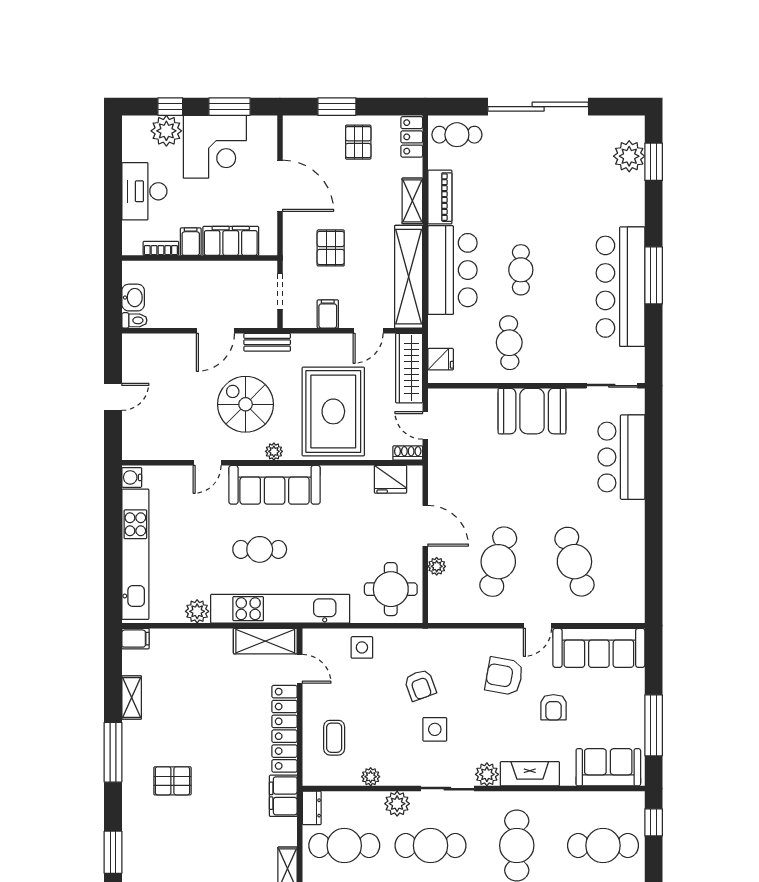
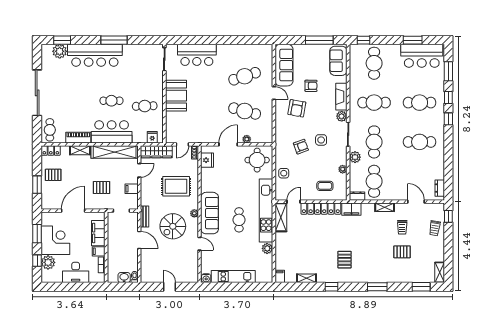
bar counter: (621, 287) -> (95, 55), moved
door: (368, 331) -> (139, 170), hinge flipped
rug: (333, 411) -> (176, 186), width x0.73, depth x0.69
kitchen unit: (135, 554) -> (233, 277), width x0.73
window: (113, 752) -> (332, 287), width x0.46

